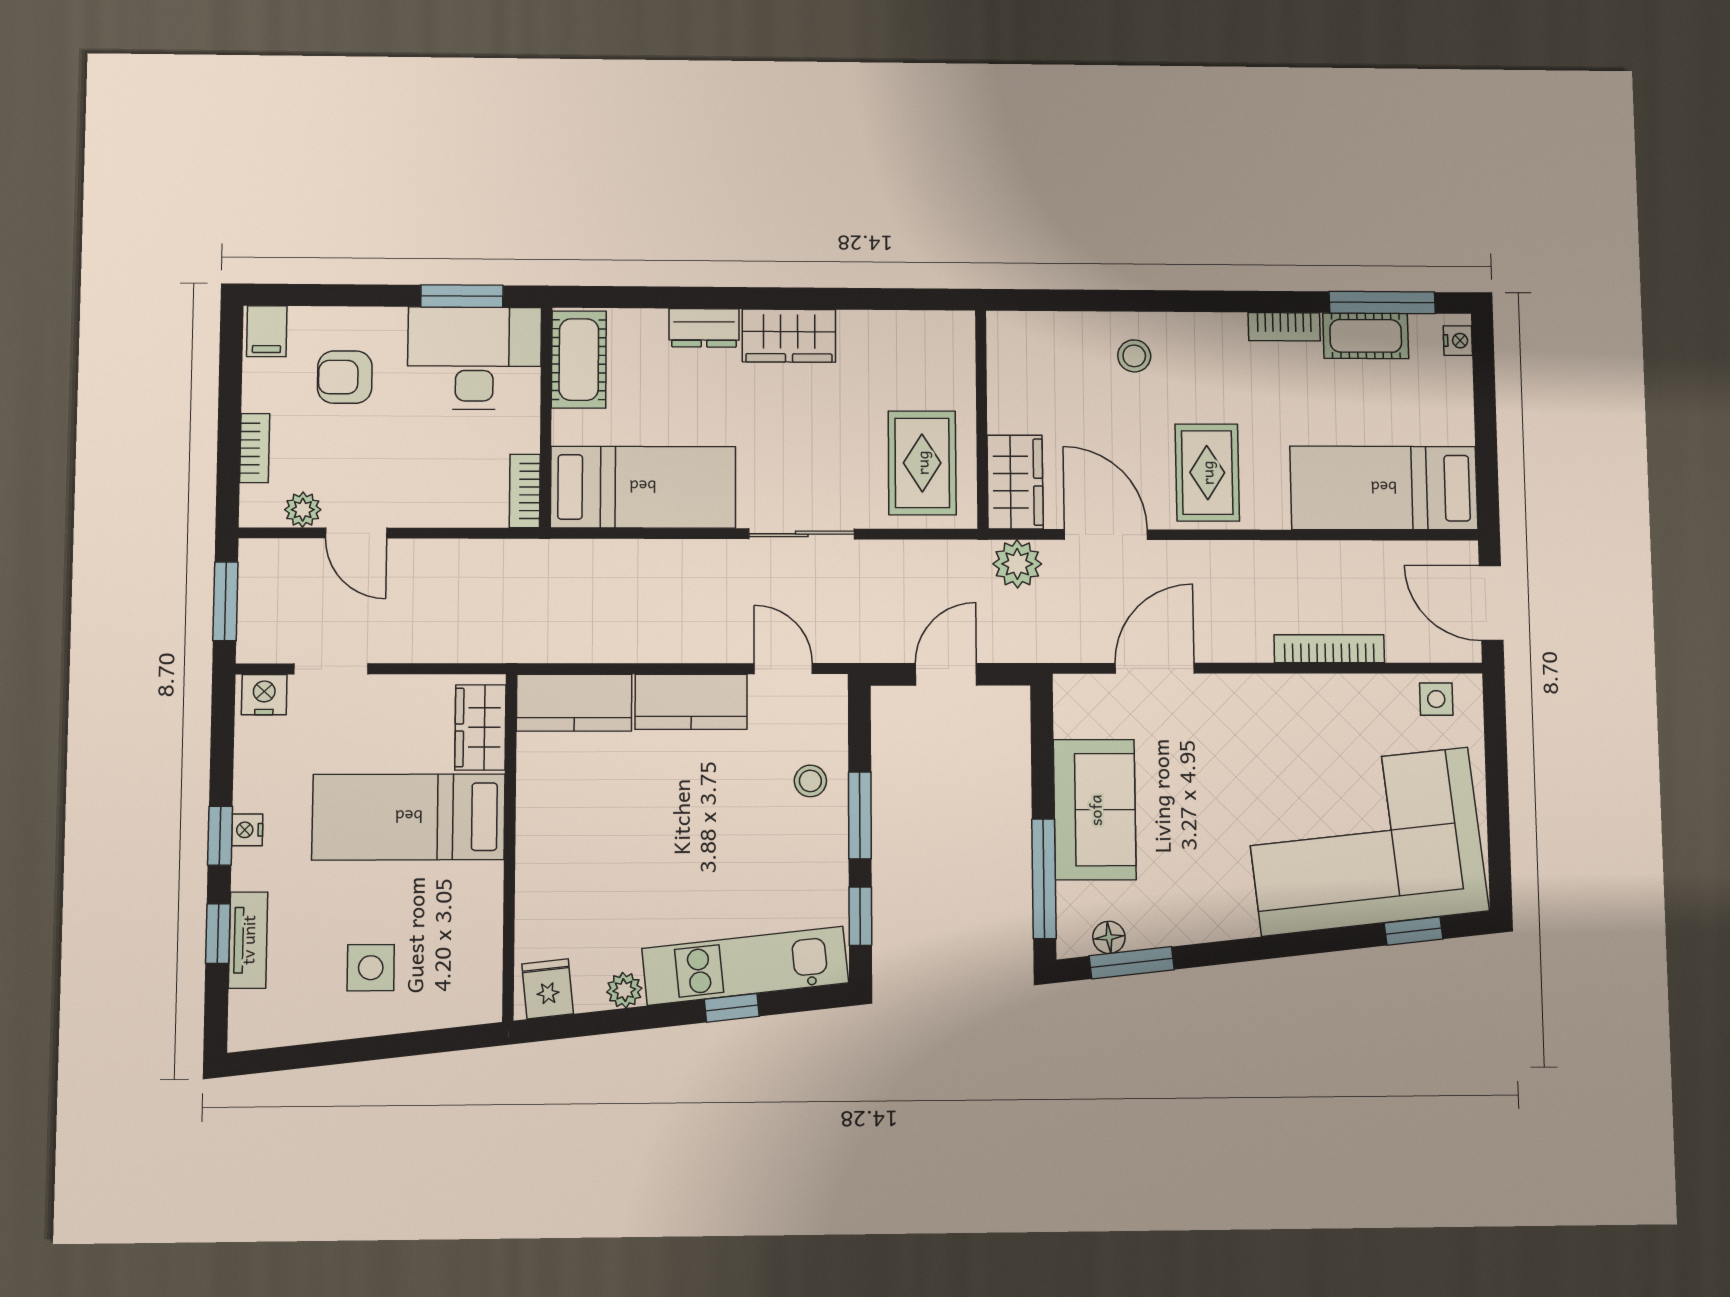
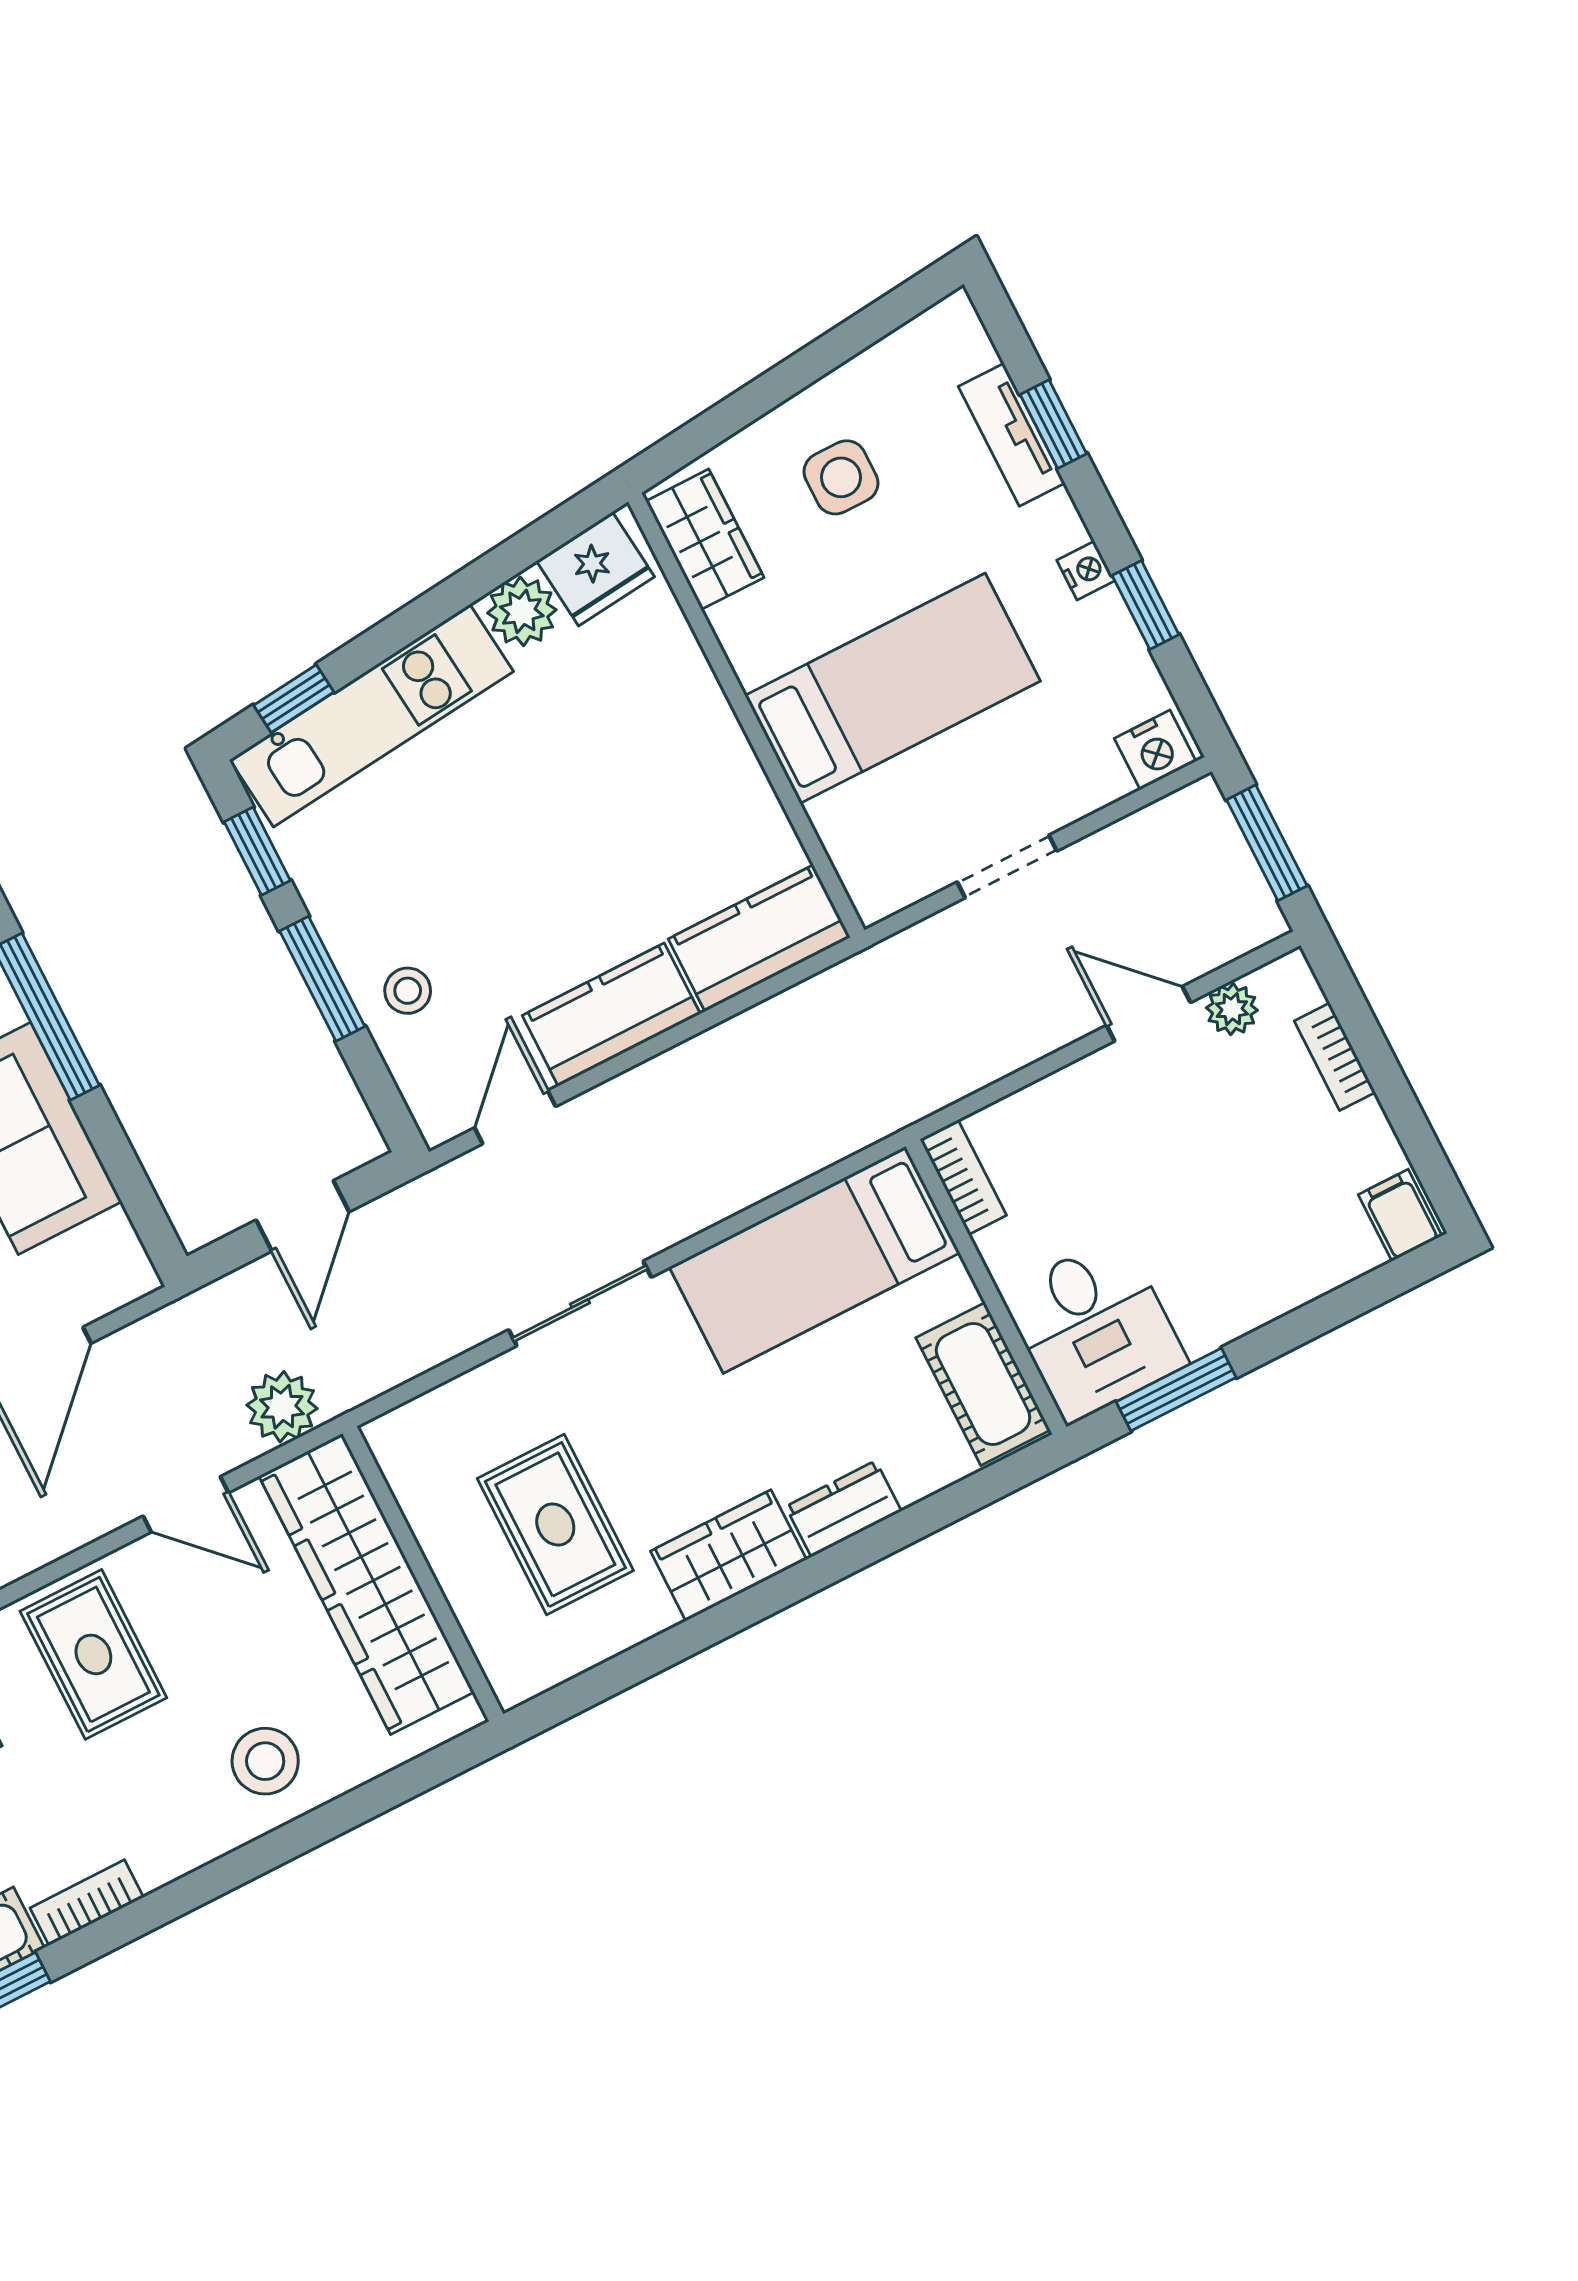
stool: (1134, 356) -> (265, 1761), width x1.37, depth x1.37
desk: (474, 358) -> (1094, 1329), width x0.73
armchair: (345, 377) -> (1270, 1207), removed
rug: (922, 463) -> (555, 1525), moved
wardrobe: (1015, 482) -> (367, 1584), width x2.10, depth x1.17
door: (1106, 535) -> (186, 1504), width x0.73
doorway: (331, 669) -> (1007, 867), moved
door: (783, 669) -> (515, 1117), swing flipped
wardrobe: (480, 727) -> (705, 539), moved
window: (220, 836) -> (1146, 605), moved
fridge: (548, 989) -> (595, 569), width x1.38
plant: (624, 990) -> (522, 611), width x1.38, depth x1.38
window: (732, 1008) -> (294, 699), moved

